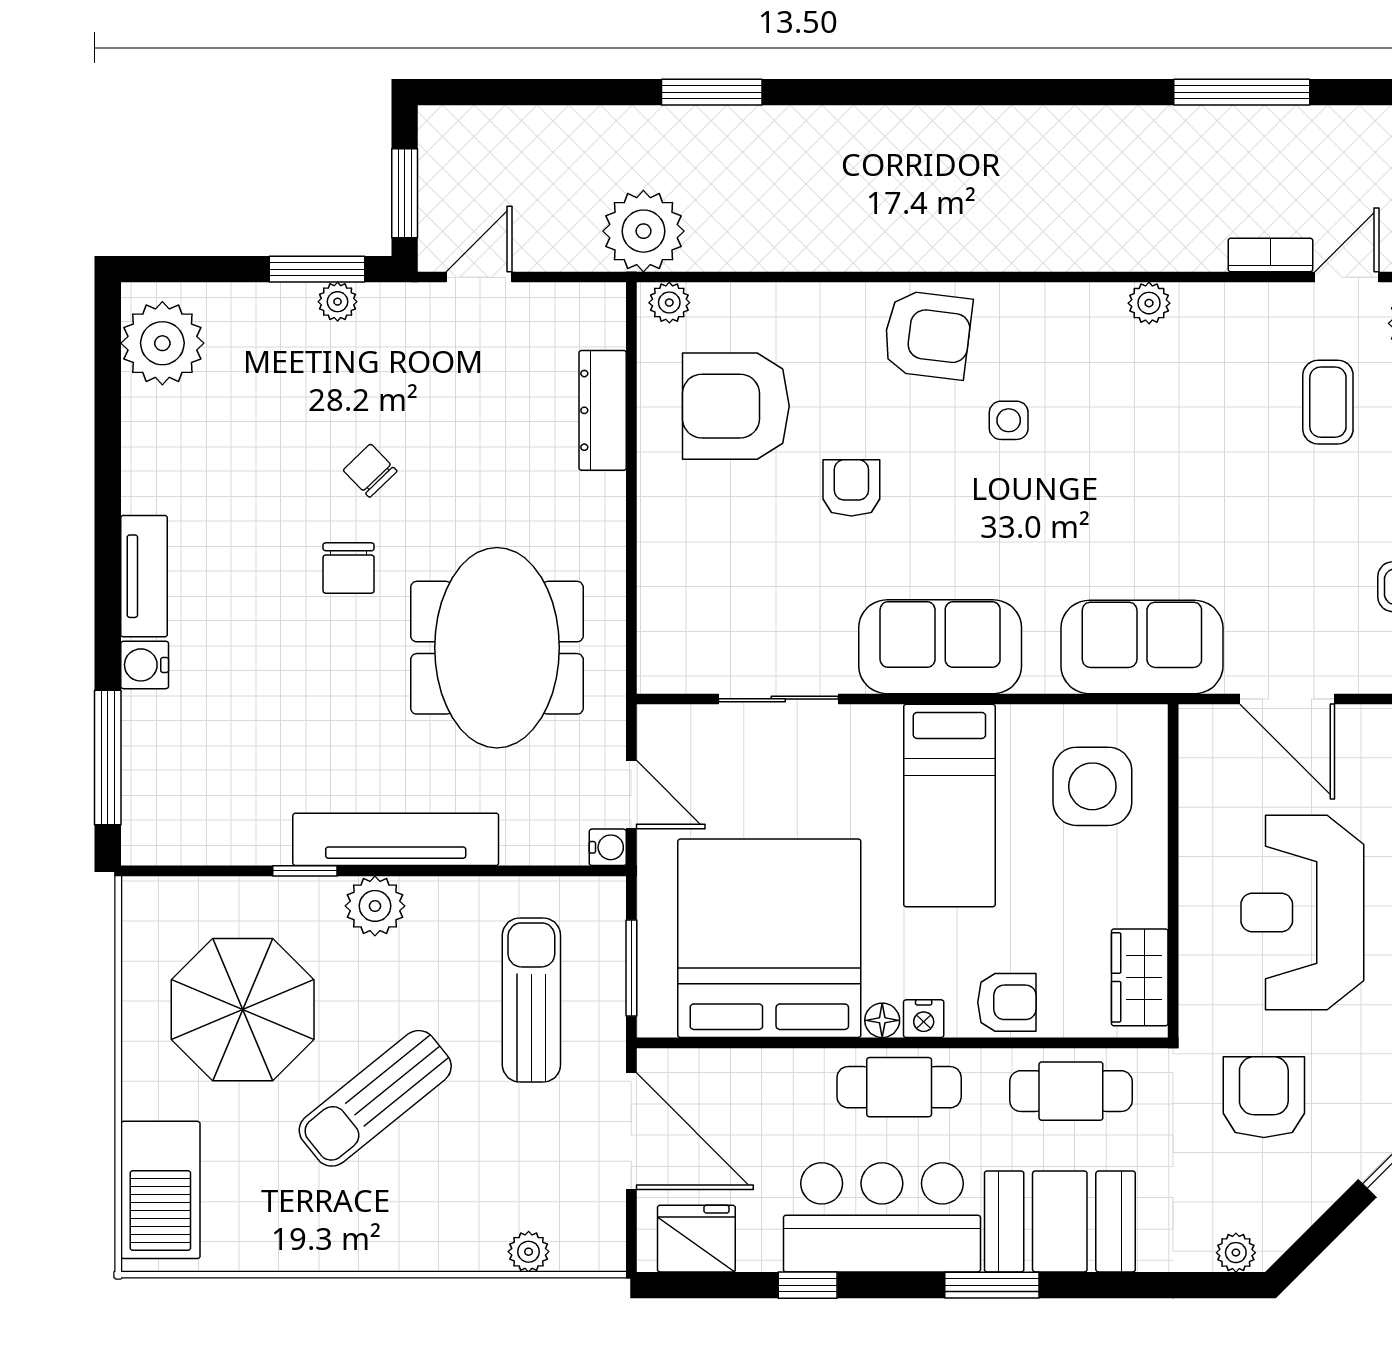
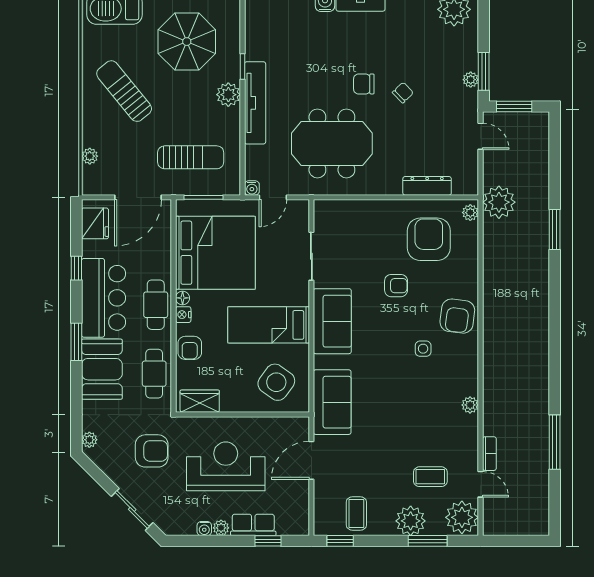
side table: (1092, 786) -> (276, 382), turned 36
sun lounger: (375, 1098) -> (124, 91), moved

